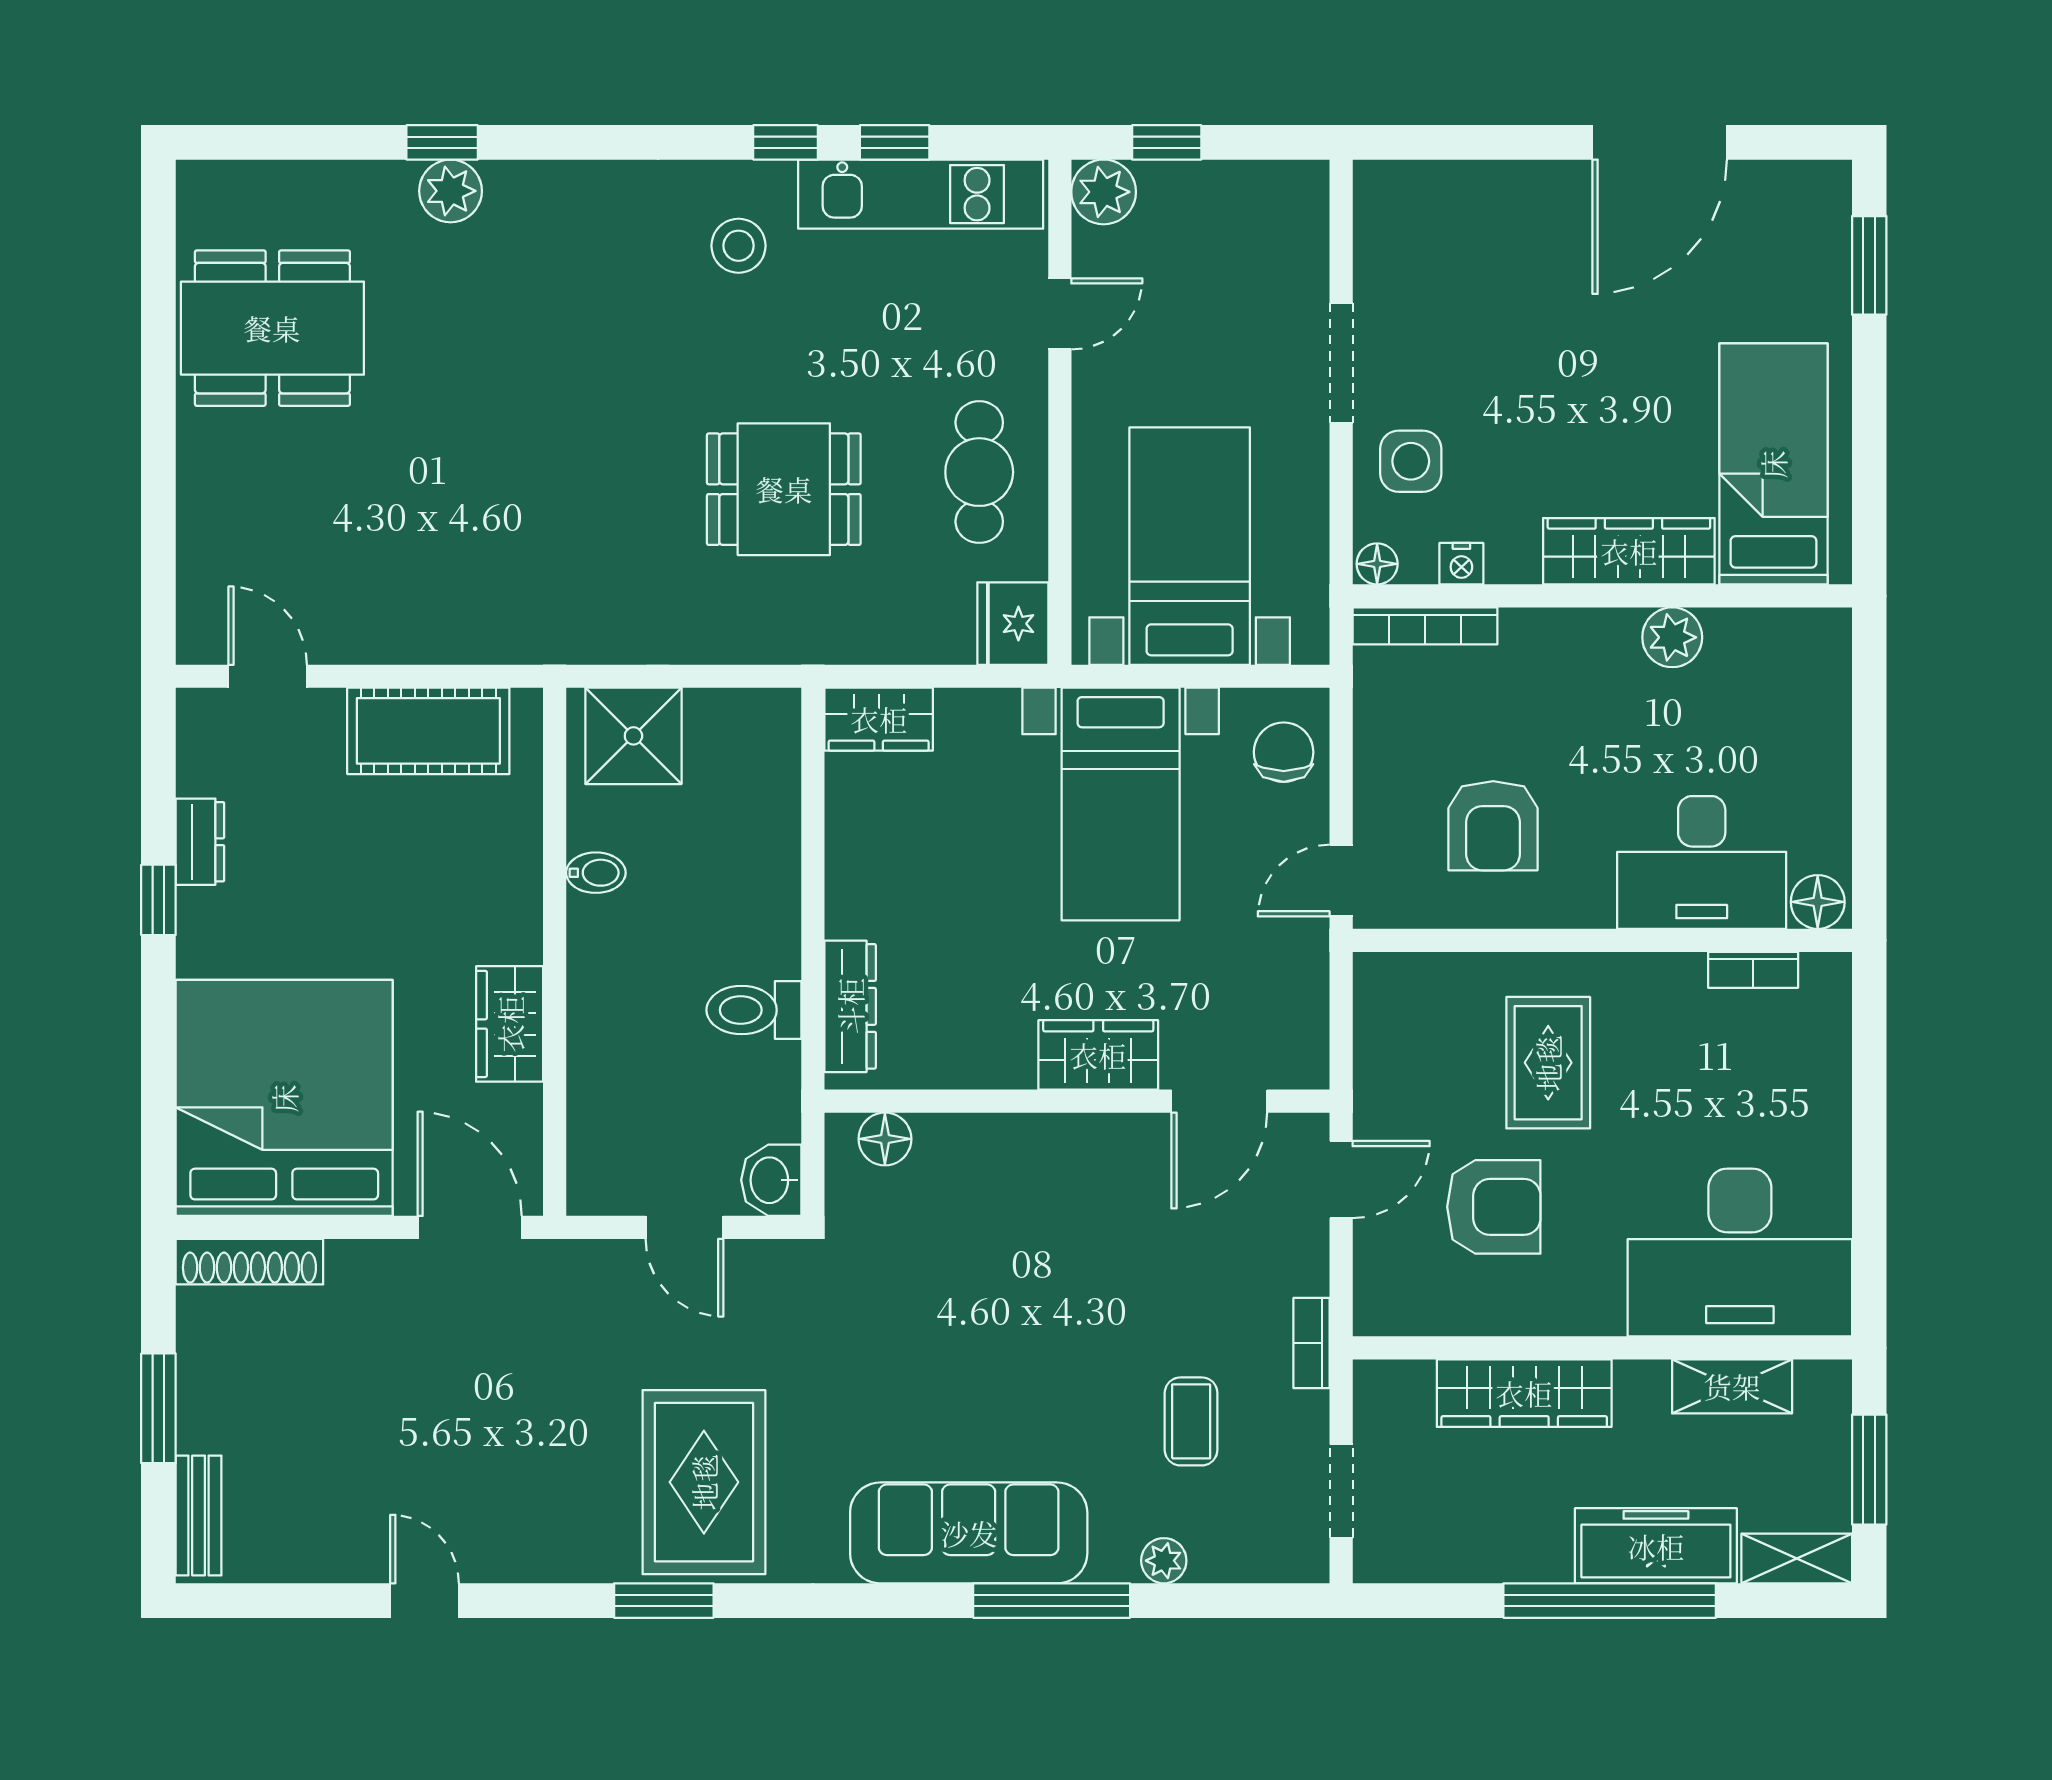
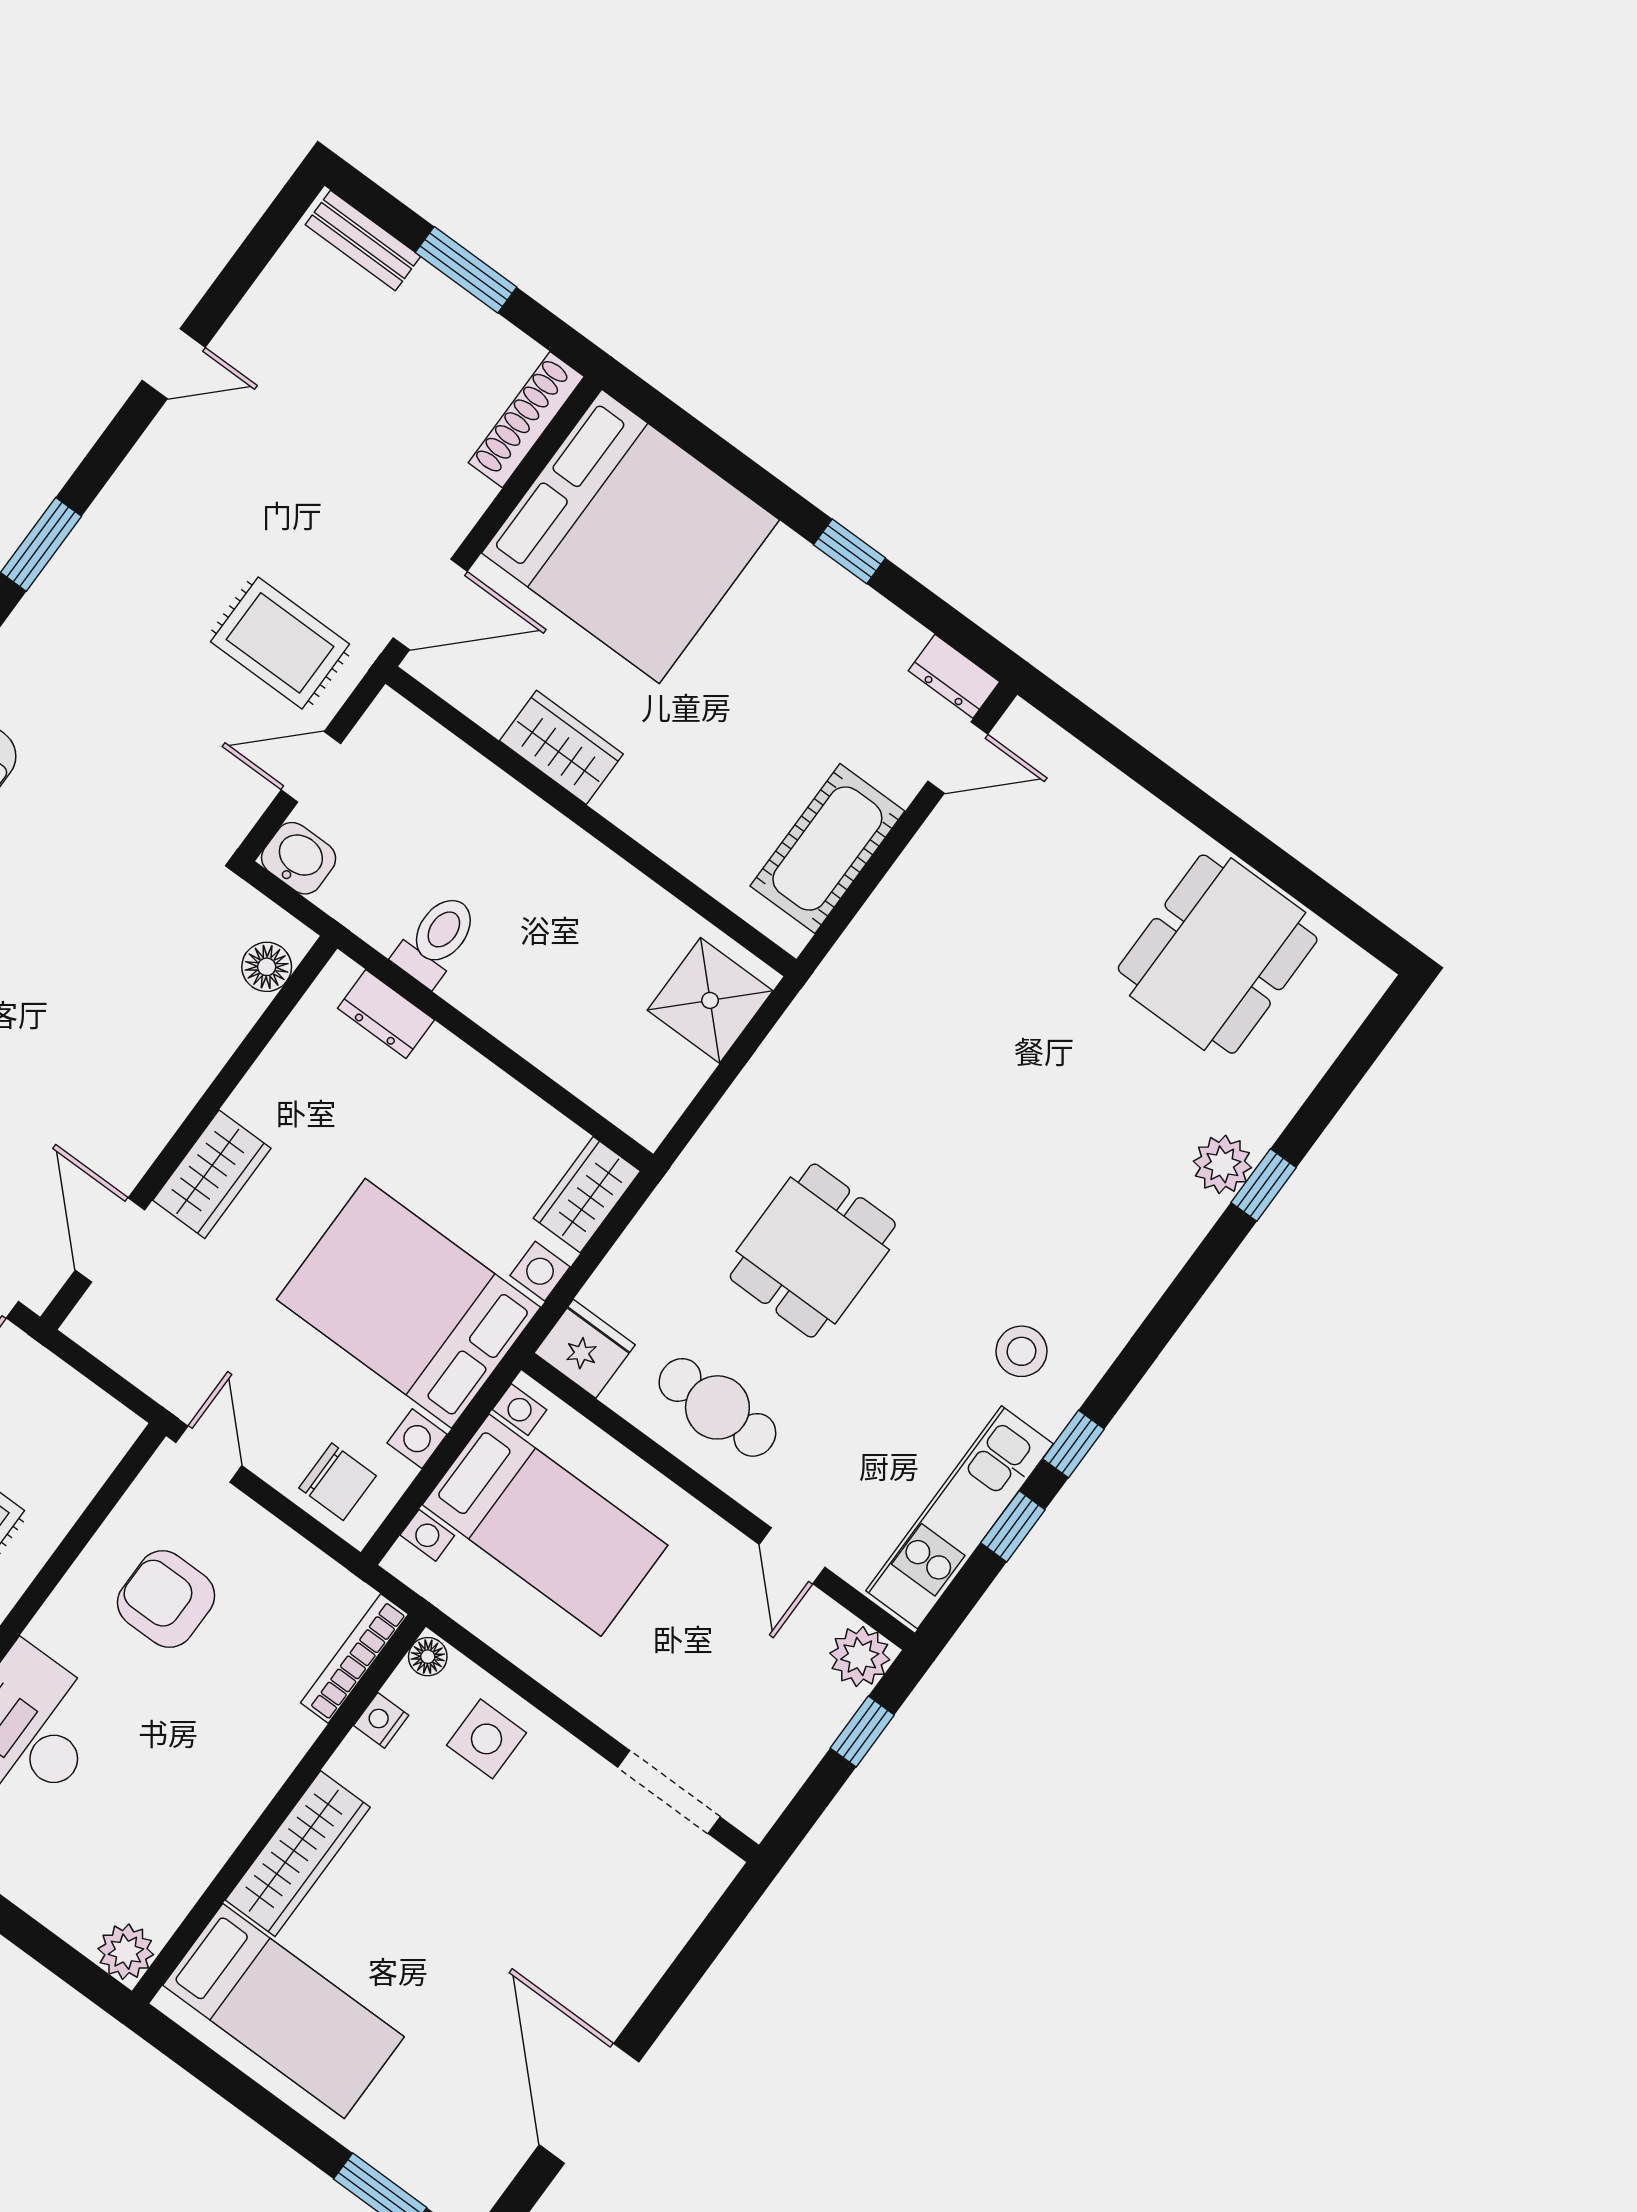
doorway: (1341, 363) -> (669, 1792), moved
plant: (1672, 637) -> (126, 1952), moved
bed with nightstands: (1121, 804) -> (408, 1303), width x1.36
dresser: (200, 842) -> (954, 676), moved
bidet: (596, 873) -> (628, 896), removed
dresser: (850, 1006) -> (386, 1014), width x0.70
rug: (704, 1482) -> (280, 643), moved, width x0.73, depth x0.70

